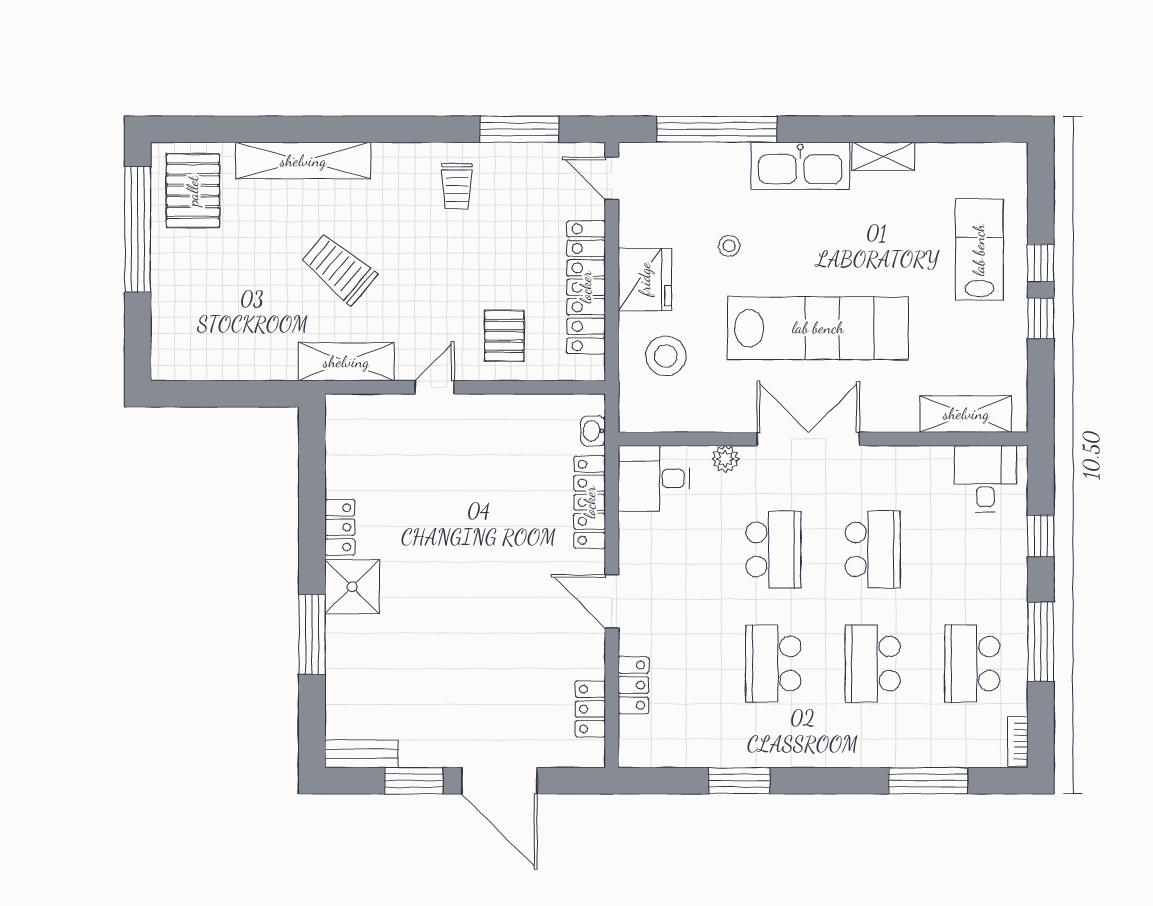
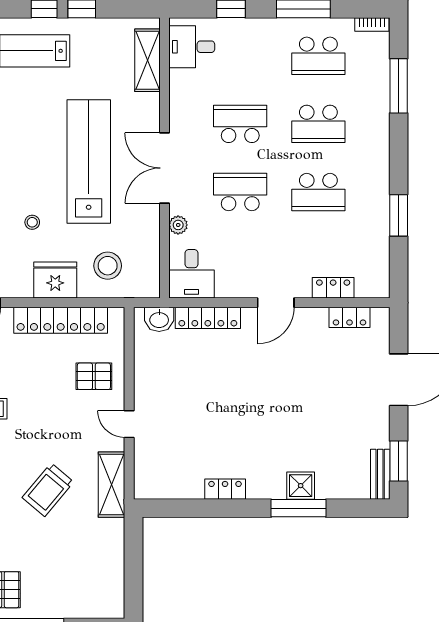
washbasin: (593, 431) -> (159, 319), width x1.38, depth x1.45
shower: (352, 587) -> (301, 486), moved, width x0.73, depth x0.73
window: (414, 781) -> (399, 461), moved

